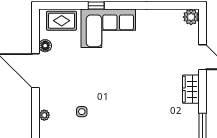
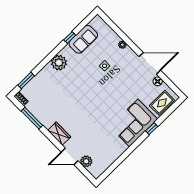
plant: (191, 17) -> (86, 161), moved

